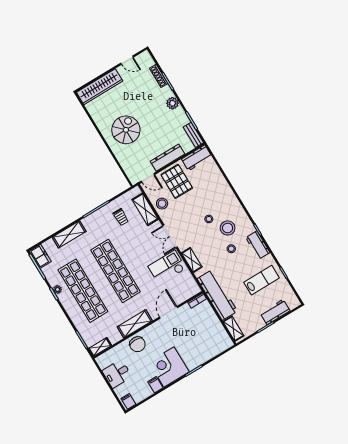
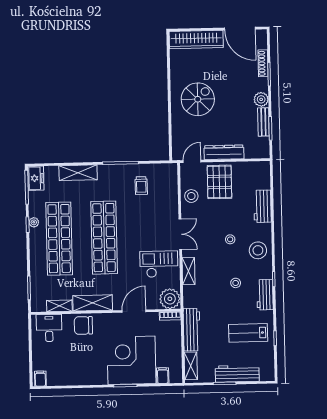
door: (127, 60) -> (240, 29), width x1.88
bench: (193, 135) -> (263, 122), moved
workbench: (197, 158) -> (262, 206), moved, turned 90
door: (148, 178) -> (192, 161), swing flipped
shelving: (145, 209) -> (171, 192), removed
stool: (228, 228) -> (258, 250), moved
double door: (170, 236) -> (180, 234), swing flipped
lab bench: (262, 280) -> (248, 333), turned 180
plant: (190, 288) -> (170, 299), added
workbench: (217, 295) -> (192, 330), width x0.73, depth x0.76
workbench: (275, 312) -> (237, 374), width x1.37
chair: (137, 344) -> (83, 325), turned 90
shelving: (100, 347) -> (59, 306), moved
corner desk: (169, 367) -> (131, 360), moved, width x1.36, depth x1.36
desk: (117, 374) -> (49, 328), moved, turned 90
filing cabinet: (155, 385) -> (163, 376), moved

